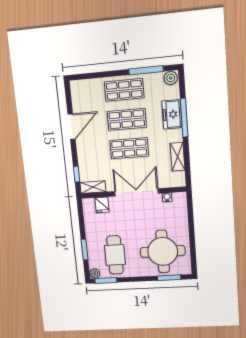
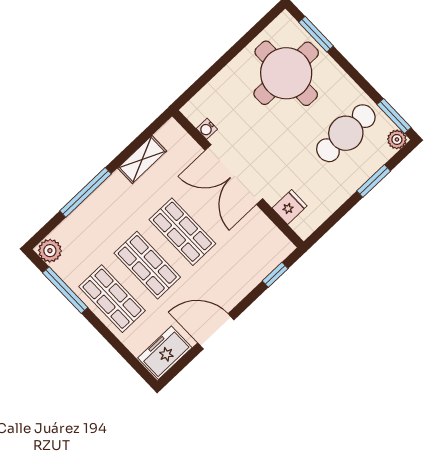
freezer: (172, 114) -> (165, 353), moved, turned 180
shelving: (93, 187) -> (275, 239), removed

